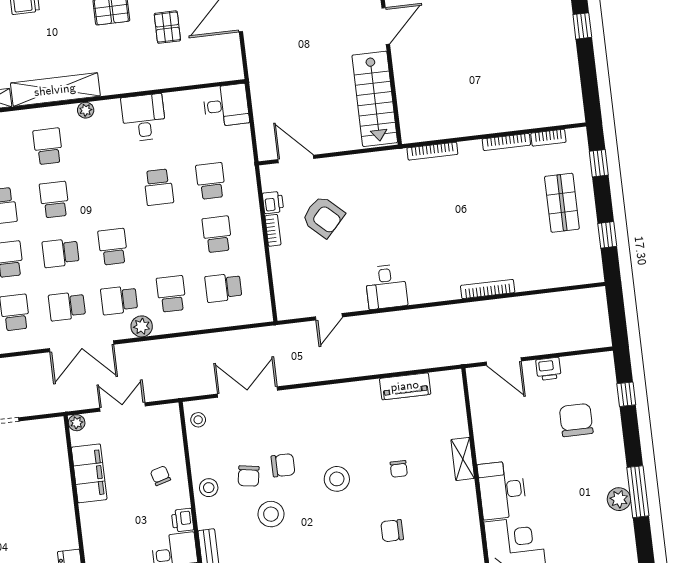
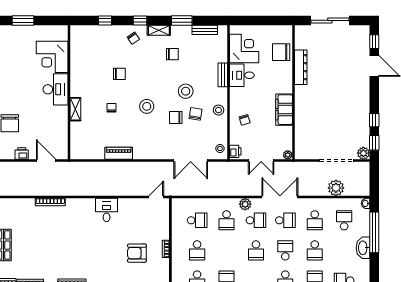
printer: (273, 202) -> (164, 264), removed
armchair: (323, 217) -> (137, 253), turned -43
school desk: (61, 253) -> (285, 250), turned -90
door: (329, 317) -> (156, 197), moved
piano: (405, 386) -> (119, 153), moved
filing cabinet: (89, 473) -> (284, 110), moved
printer: (183, 520) -> (235, 151), moved

